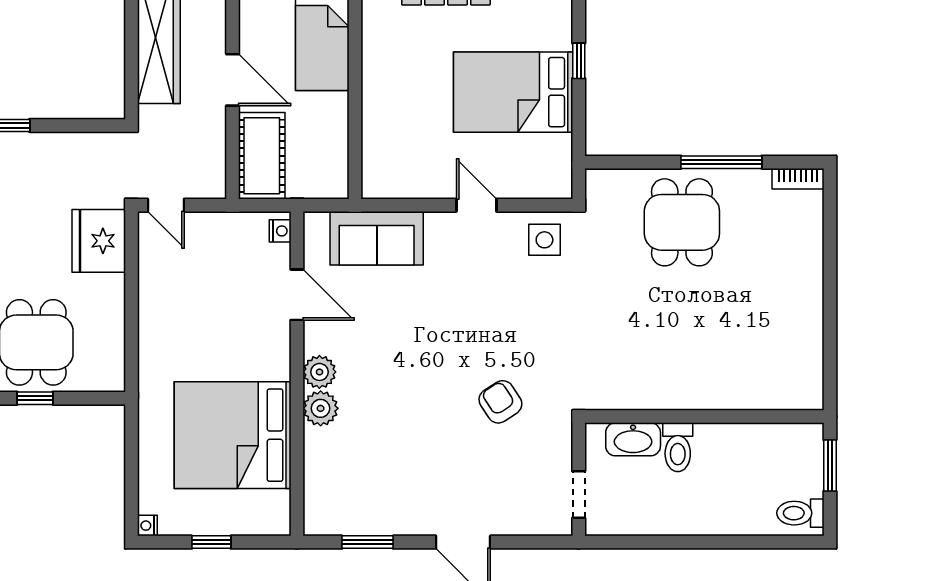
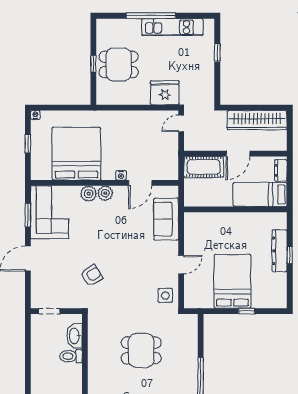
dining table: (682, 222) -> (141, 350), moved
nightstand: (280, 231) -> (121, 175), moved
corner sofa: (361, 494) -> (49, 212), added

